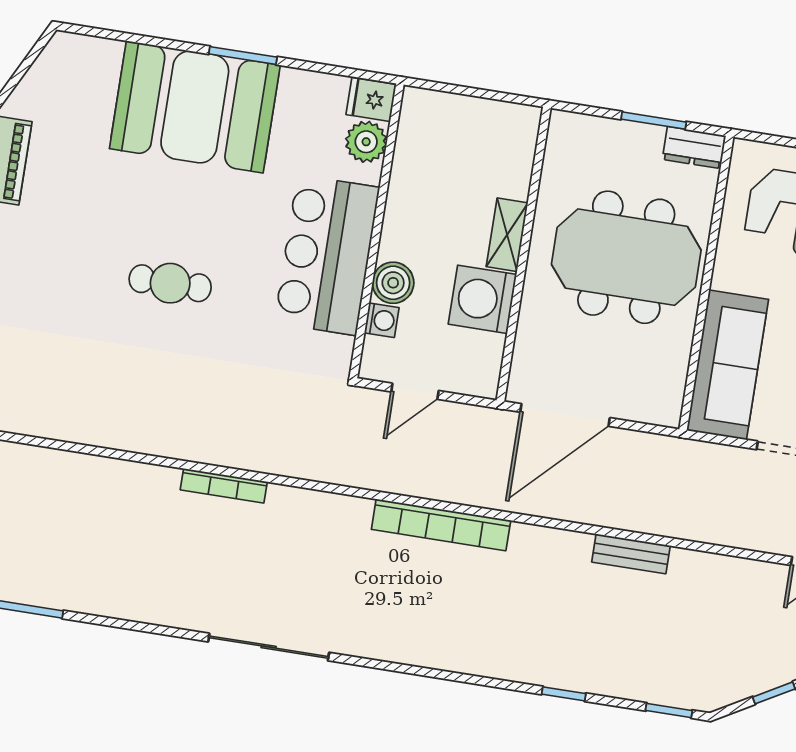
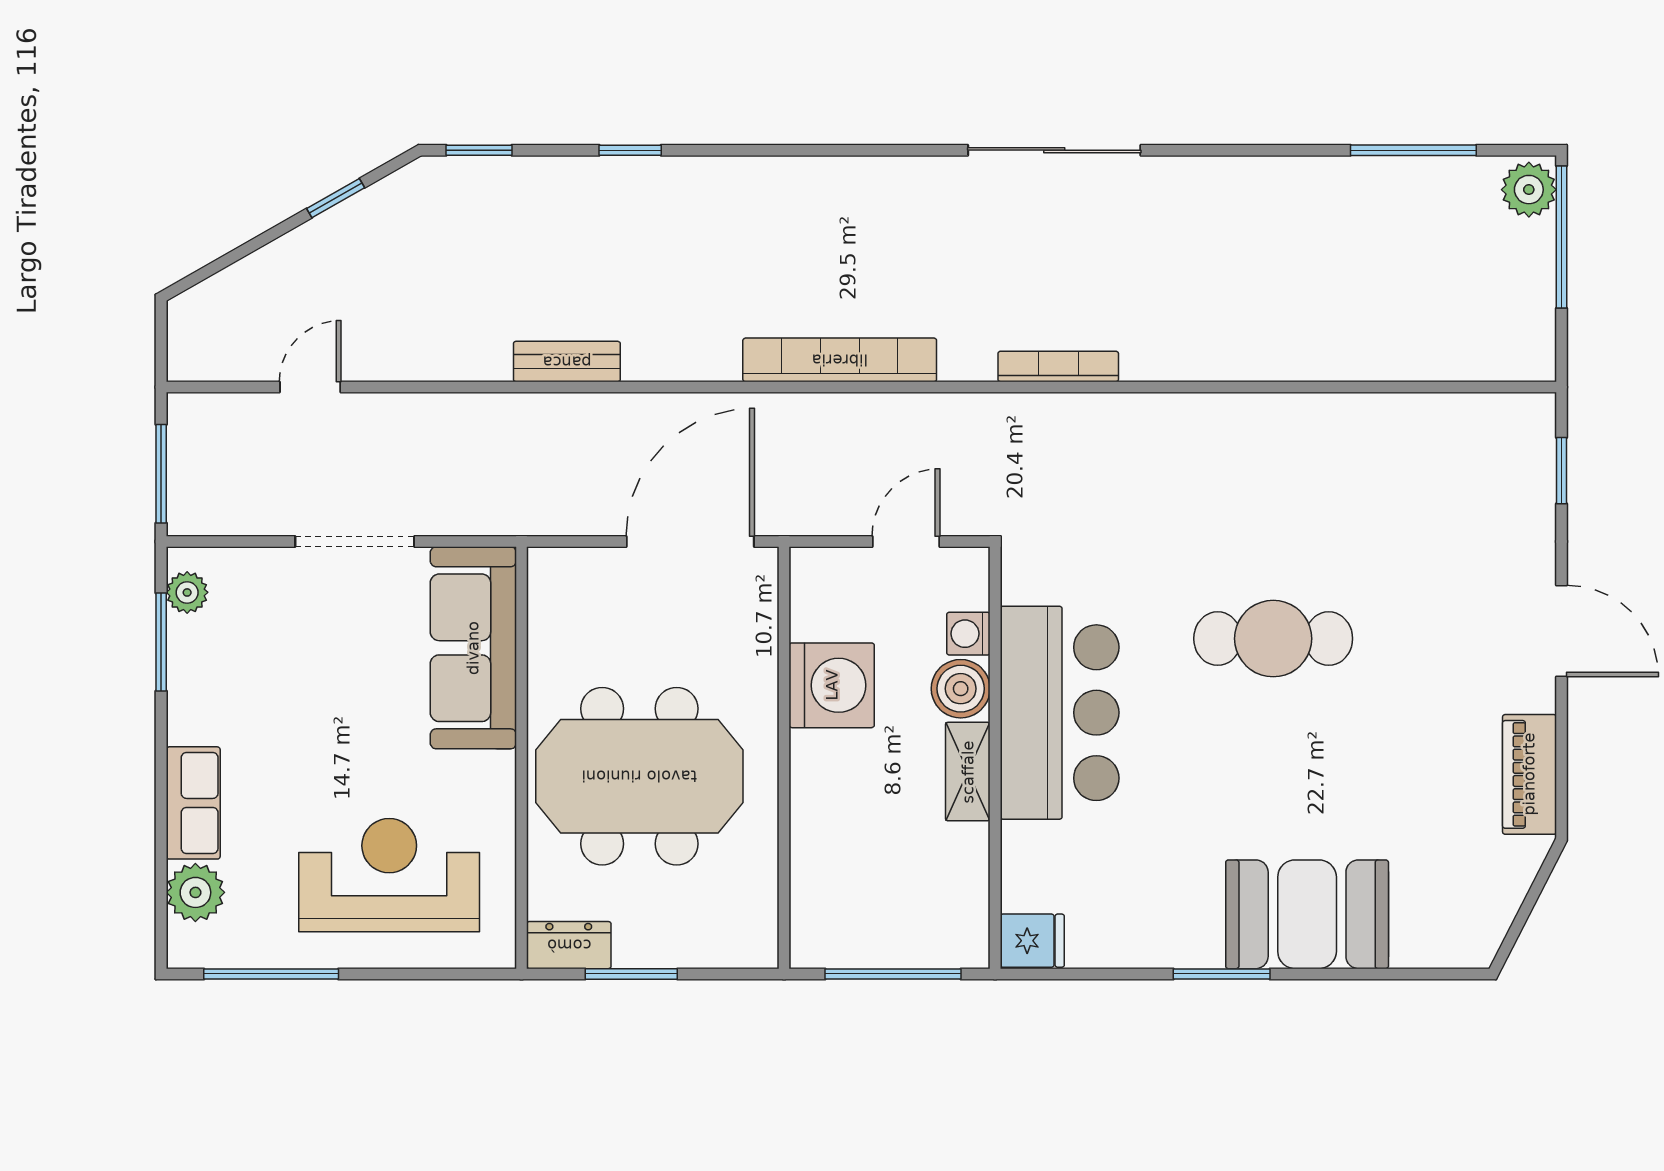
window: (472, 92) -> (893, 974), added
booth: (195, 107) -> (1307, 914), width x0.73, depth x0.70
plant: (366, 142) -> (1030, 880), removed
shelving: (507, 235) -> (968, 772), moved
cafe table: (170, 283) -> (1273, 639), width x1.37, depth x1.35
bookcase: (224, 486) -> (1058, 366), moved

